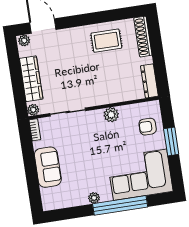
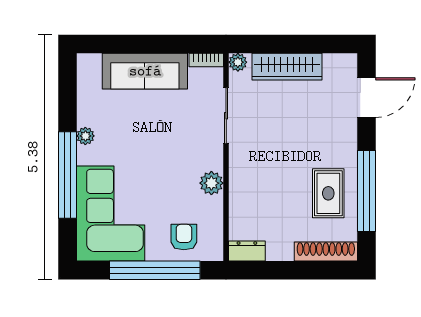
window: (101, 17) -> (366, 191), added
plant: (24, 41) -> (348, 65), removed
dresser: (149, 81) -> (247, 251), width x0.70
window: (171, 142) -> (155, 270), width x2.11
sofa: (48, 167) -> (145, 71), width x1.36

